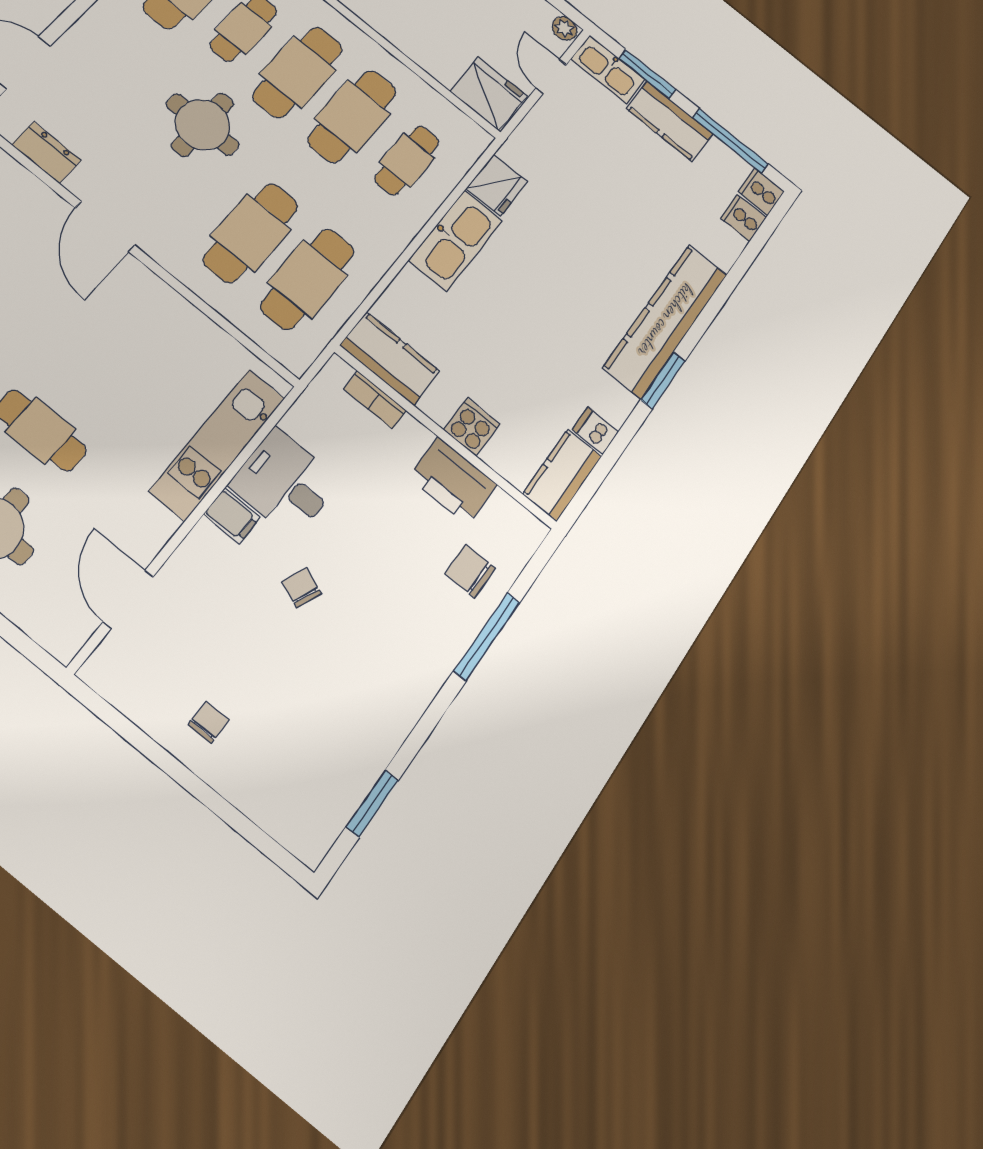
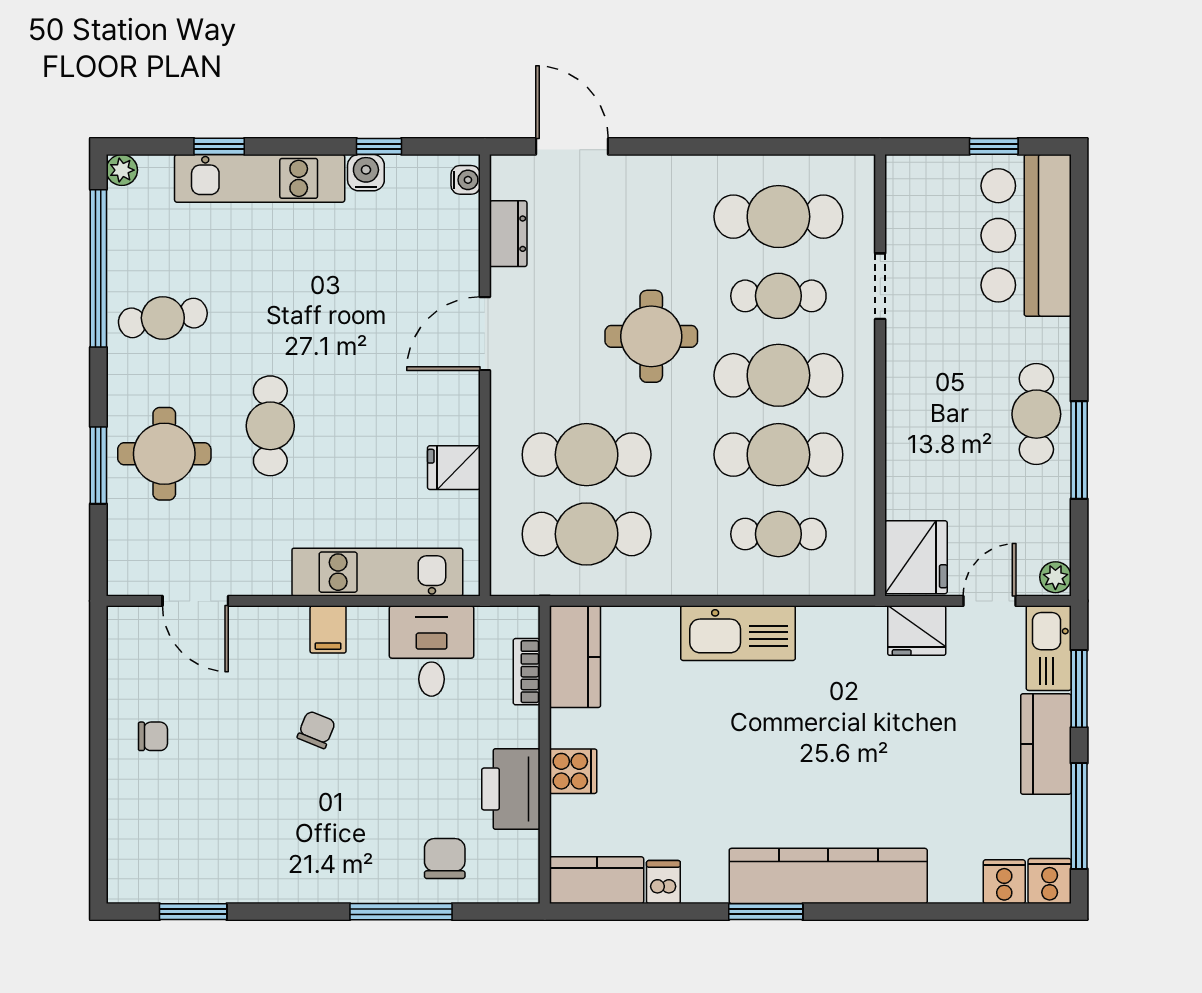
fridge: (497, 185) -> (917, 631), moved
fridge: (185, 327) -> (454, 468), added
desk: (285, 483) -> (432, 651), moved
door: (128, 599) -> (195, 601), swing flipped

